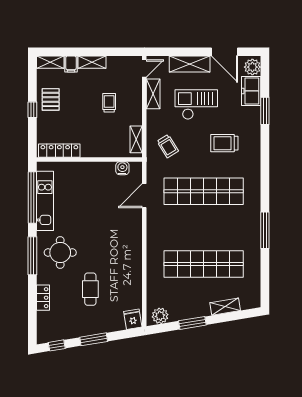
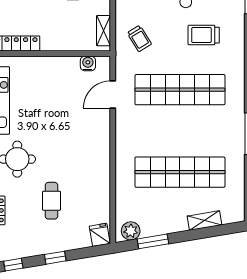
window: (192, 323) -> (153, 241), moved
window: (94, 339) -> (55, 258), width x0.67

